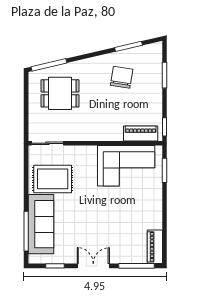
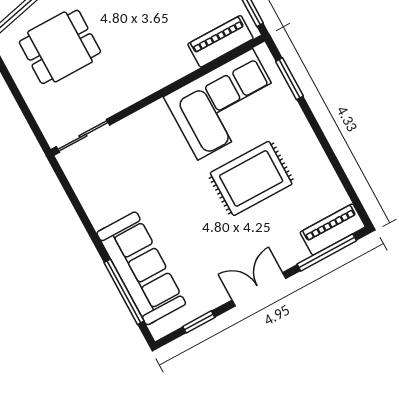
rug: (53, 179) -> (251, 178), moved
piano: (155, 247) -> (333, 229), moved, turned 90

